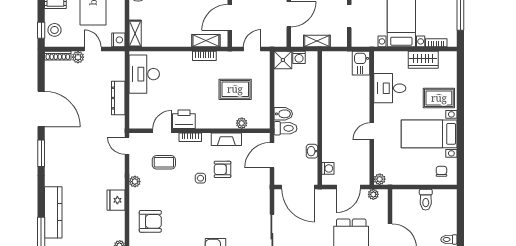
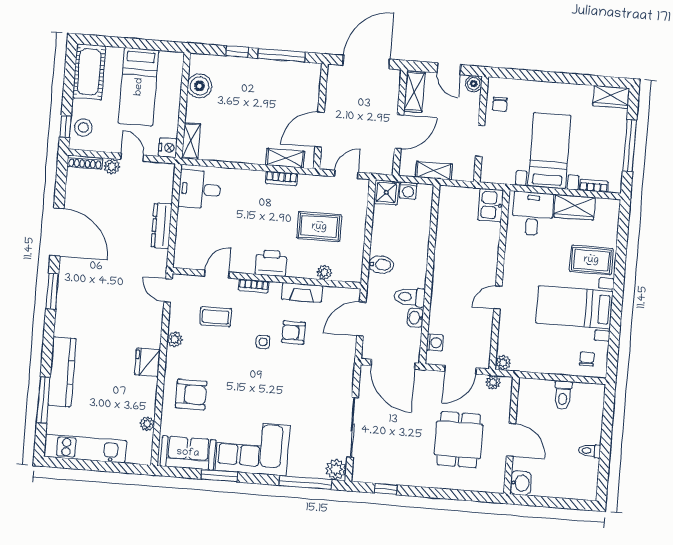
desk: (144, 74) -> (199, 189), width x0.73
desk: (390, 88) -> (533, 214), moved, turned 90
printer: (184, 119) -> (271, 263), moved
toilet: (285, 128) -> (409, 297), moved, turned 180

